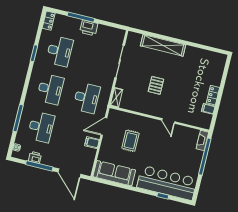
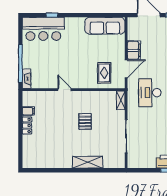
shelving: (163, 45) -> (88, 162), width x0.68
rug: (130, 141) -> (104, 73), moved
filing cabinet: (92, 143) -> (134, 50), width x2.00
bar counter: (167, 183) -> (43, 29), width x0.73

